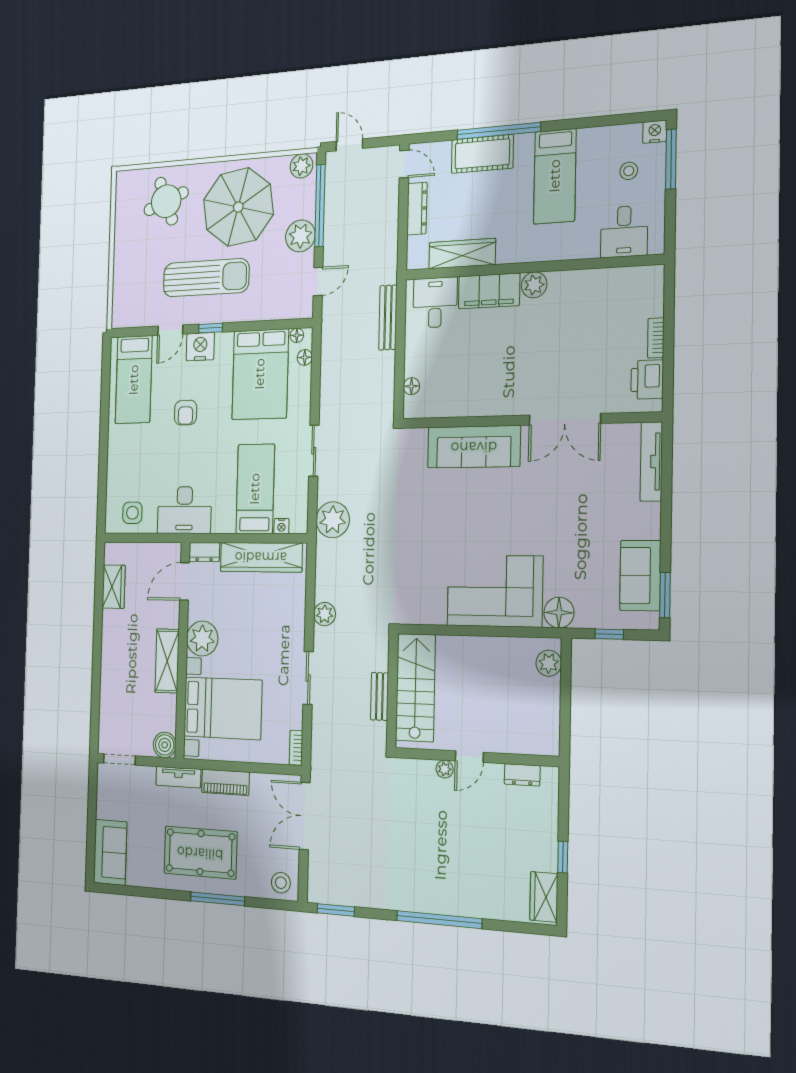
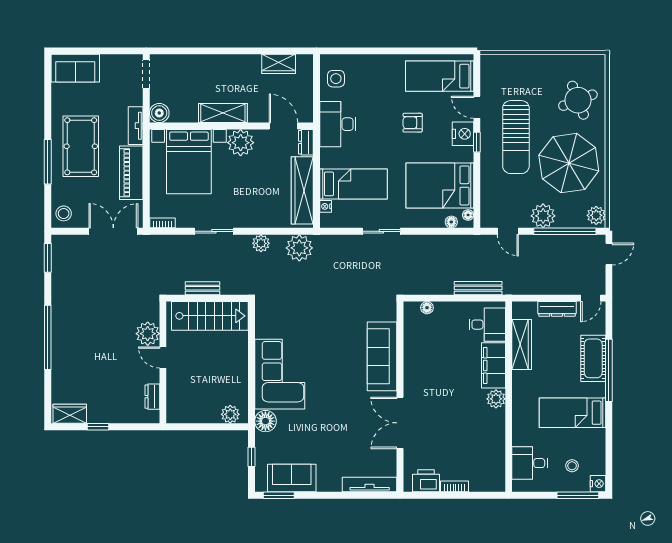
plant: (333, 520) -> (299, 248), moved
plant: (445, 769) -> (148, 334), width x1.88, depth x1.88
piano: (225, 782) -> (131, 173), width x1.37, depth x1.33

